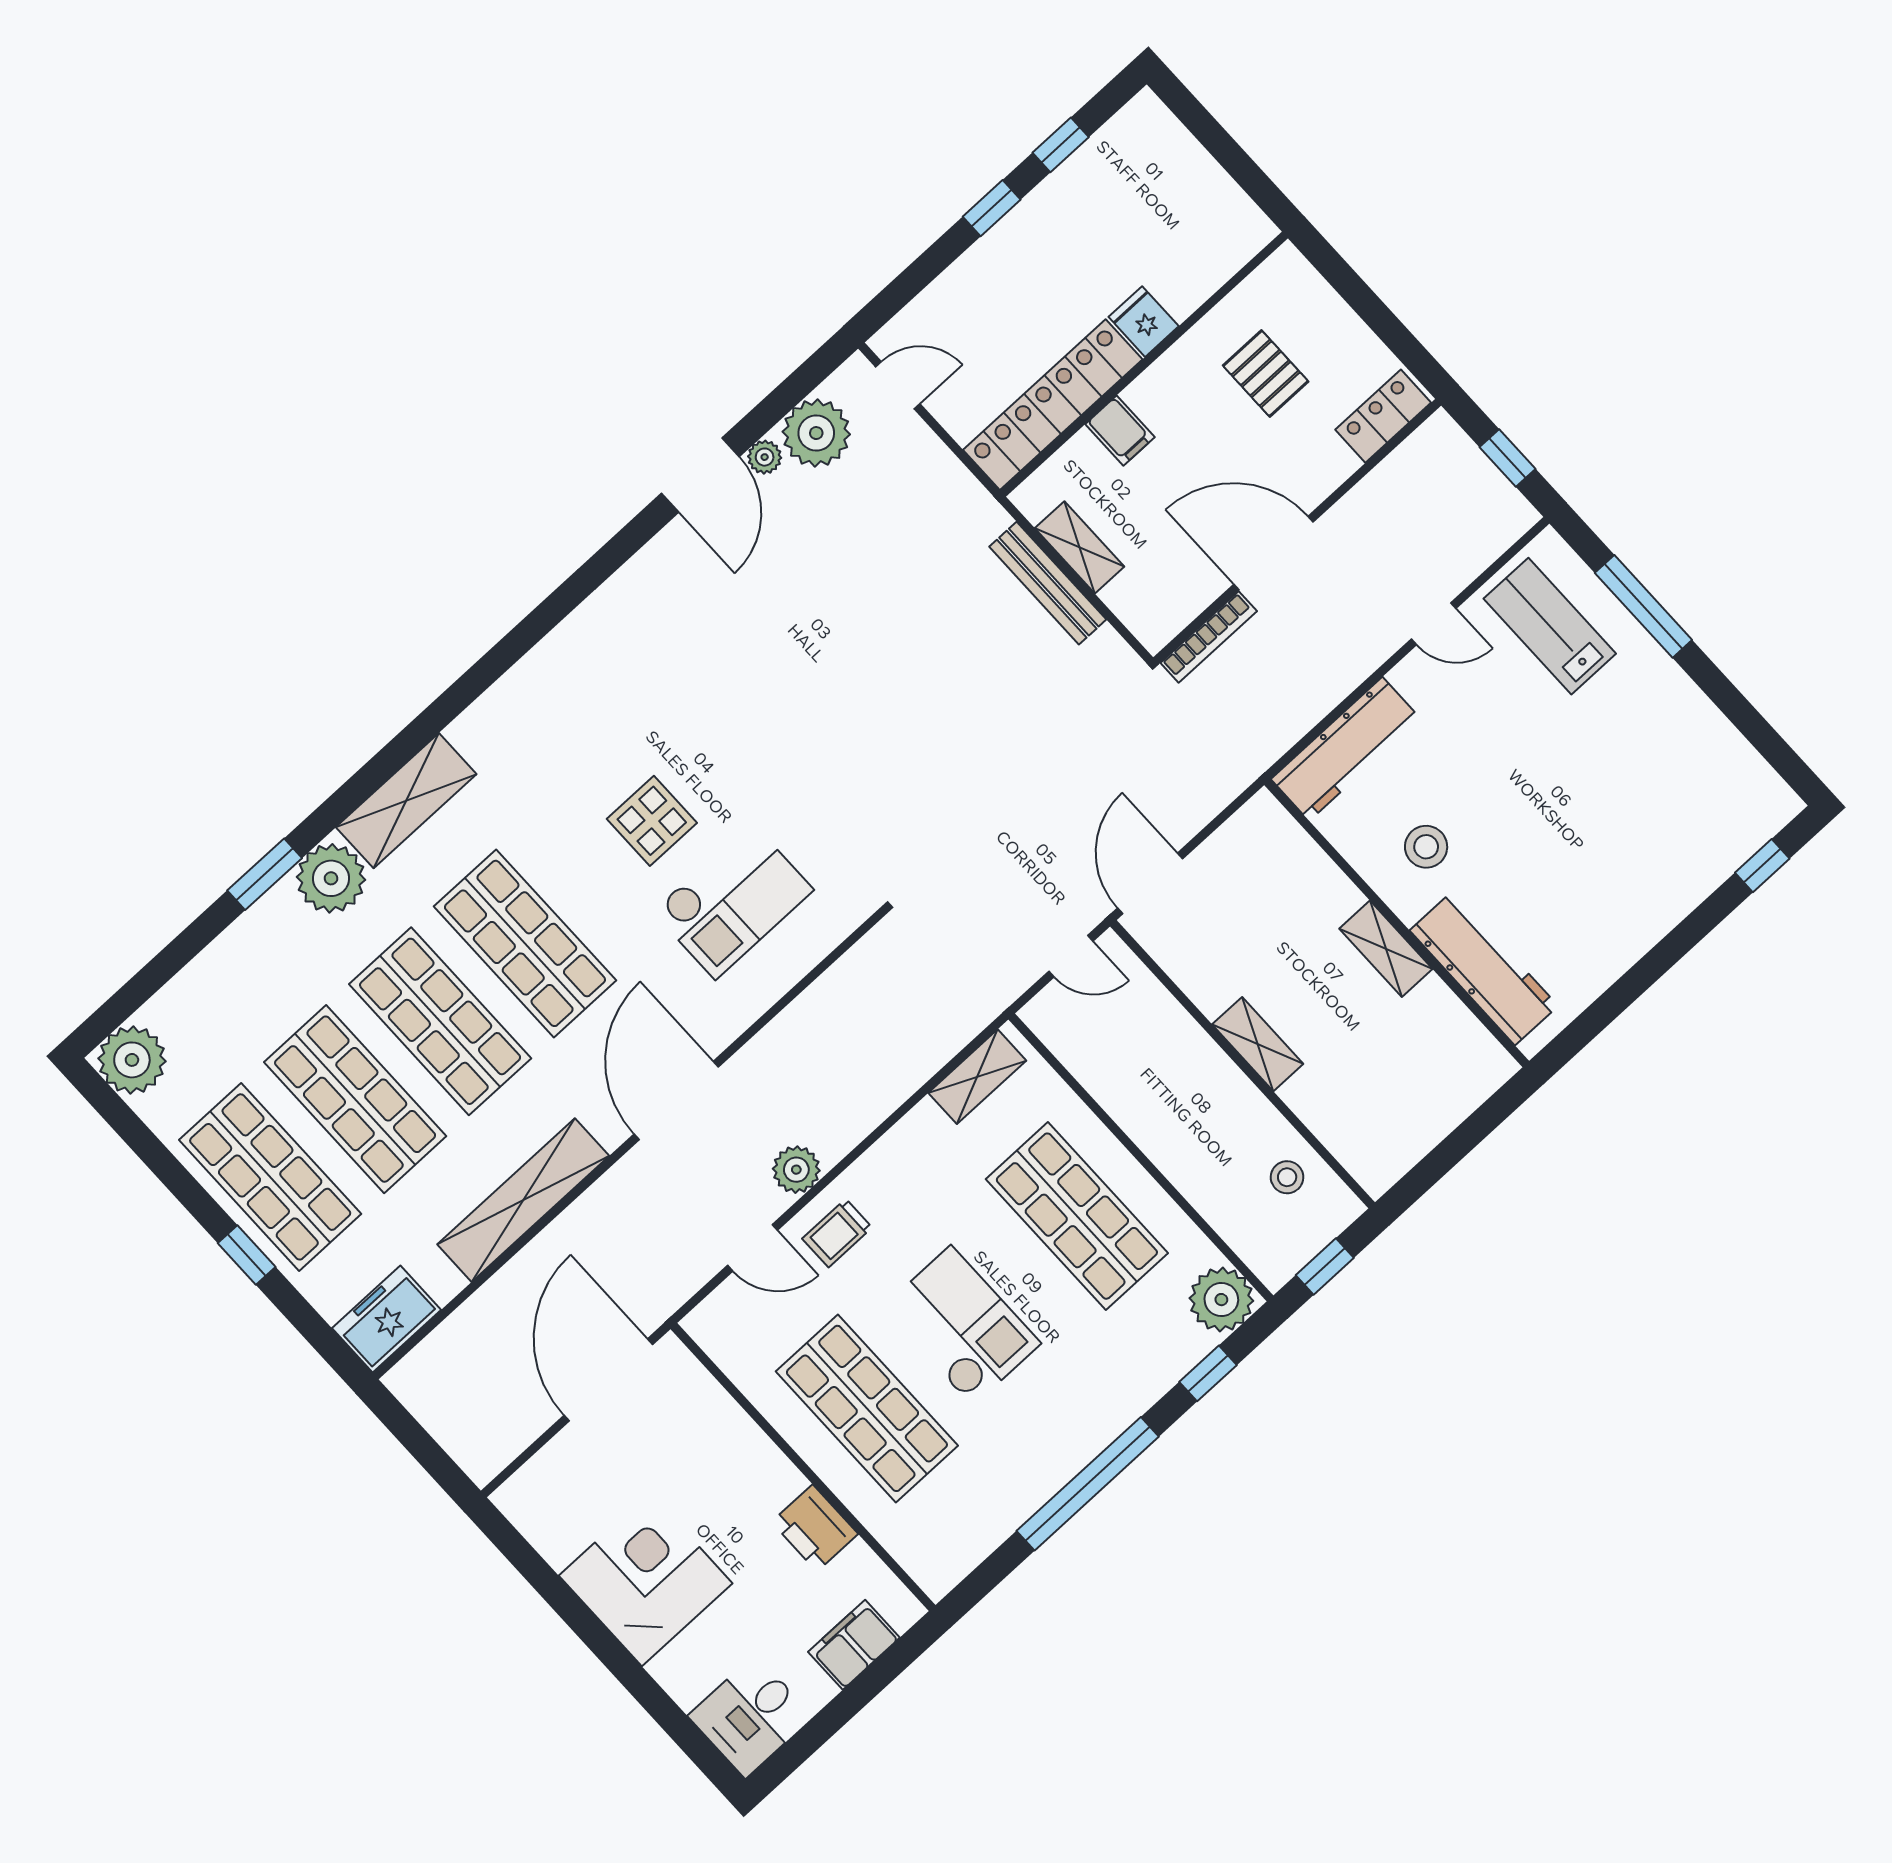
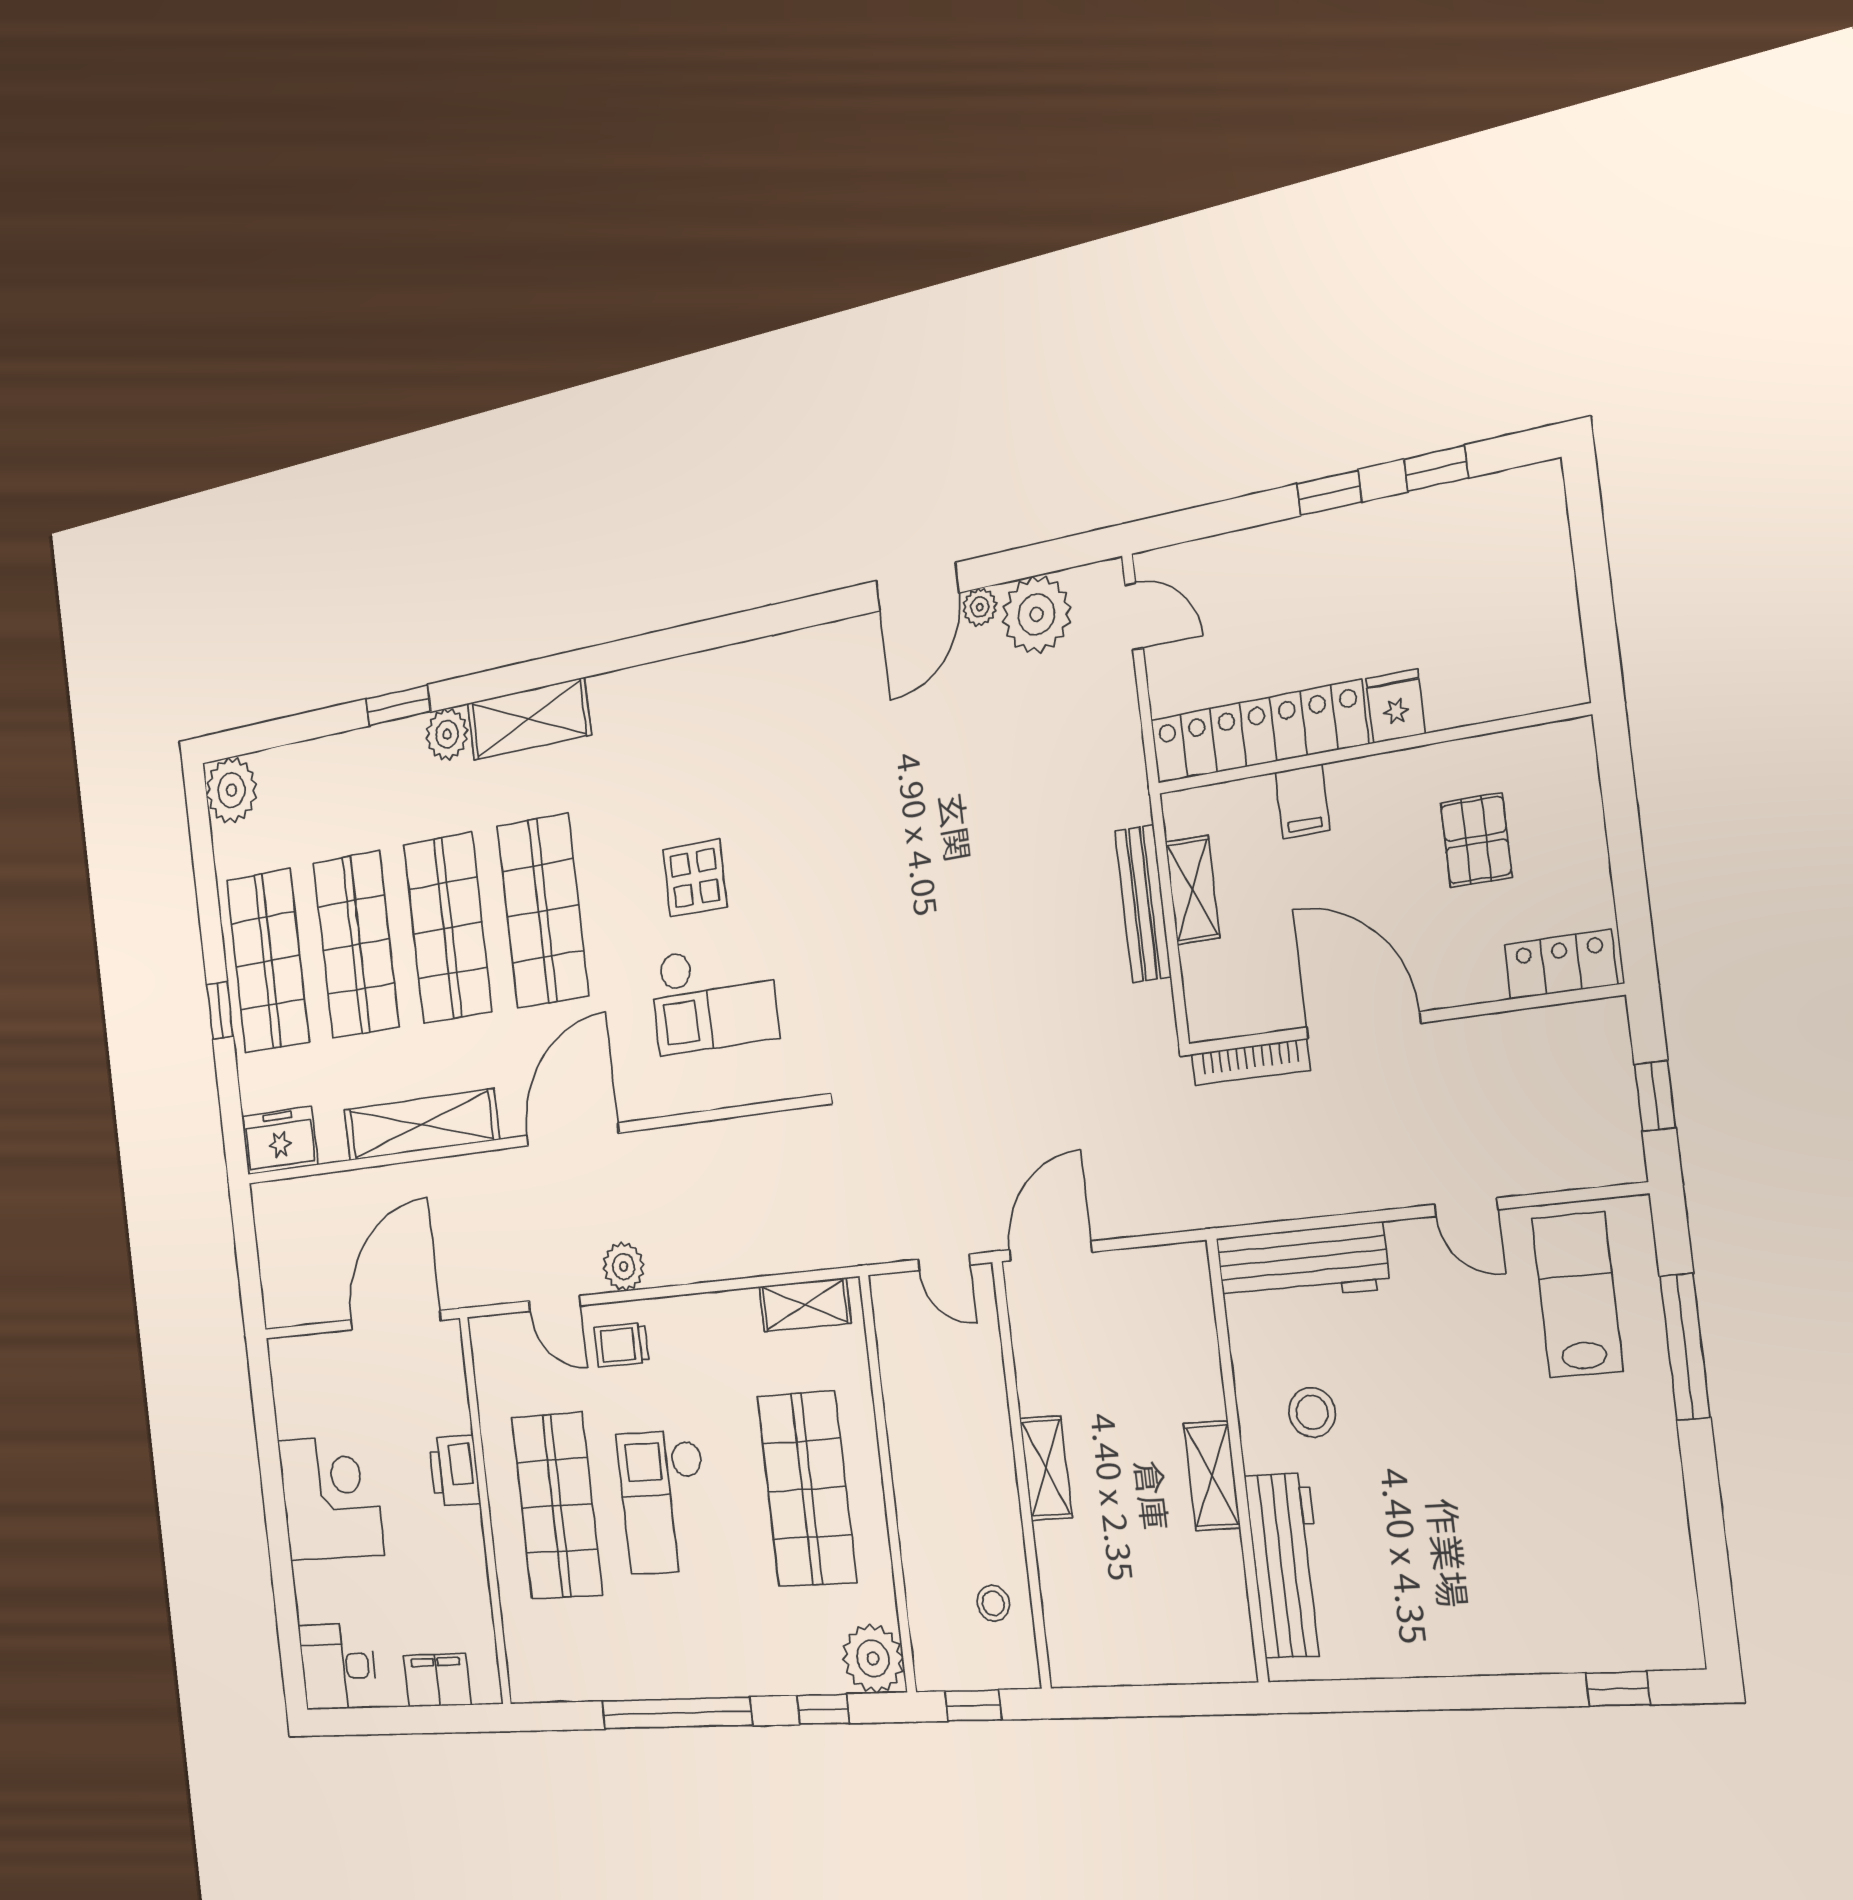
plant: (331, 878) -> (447, 734), width x0.73, depth x0.73
checkout: (962, 1326) -> (664, 1502), turned 180
printer: (815, 1528) -> (454, 1471), moved

